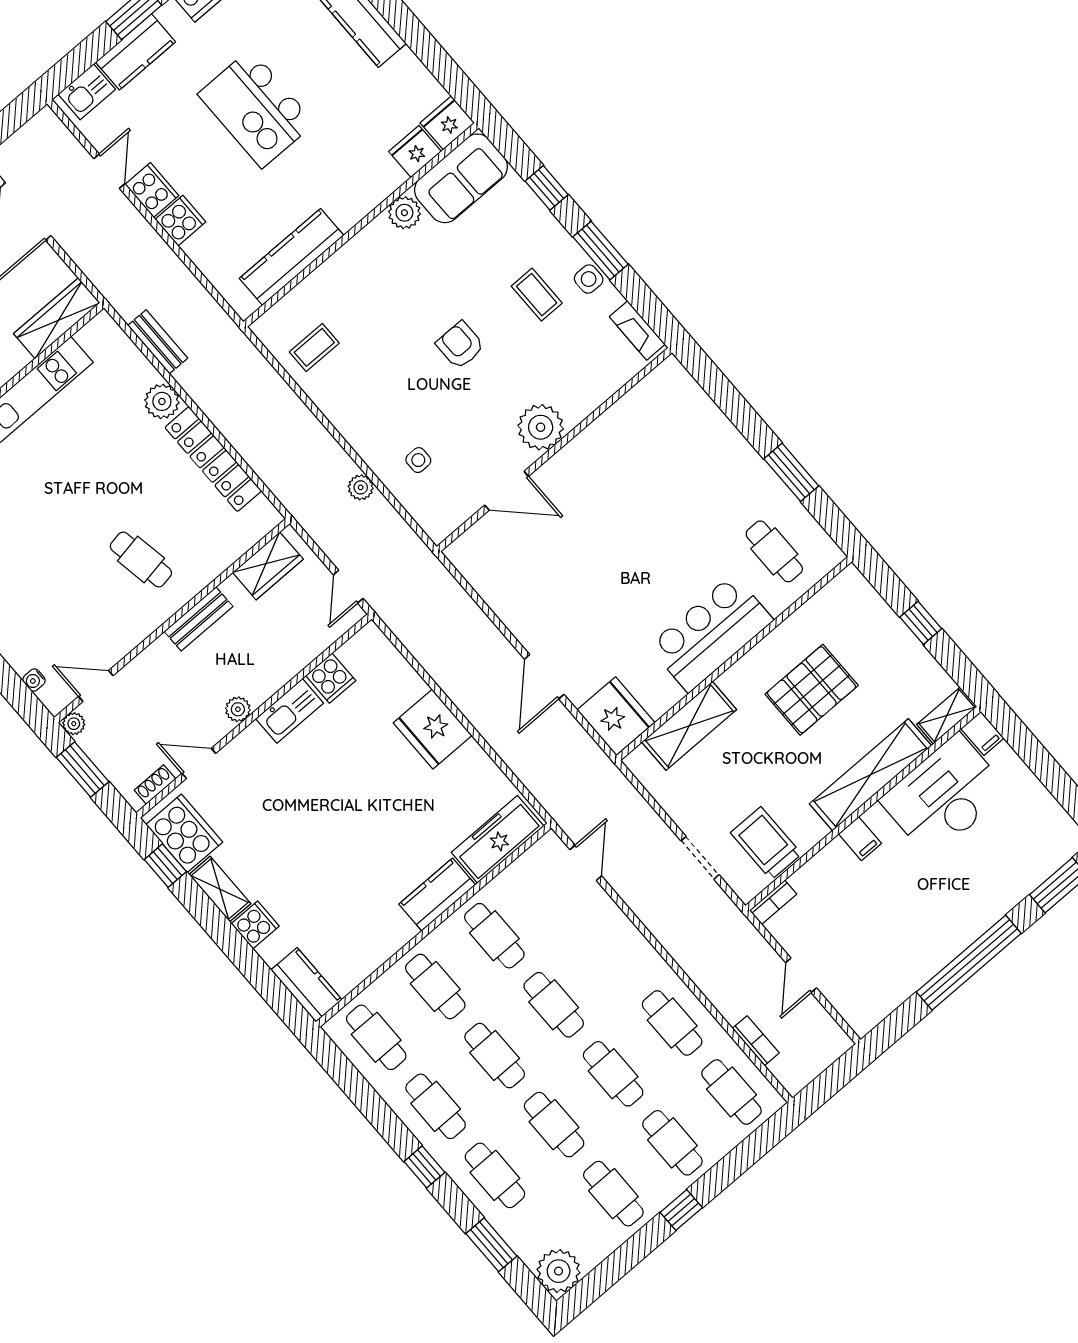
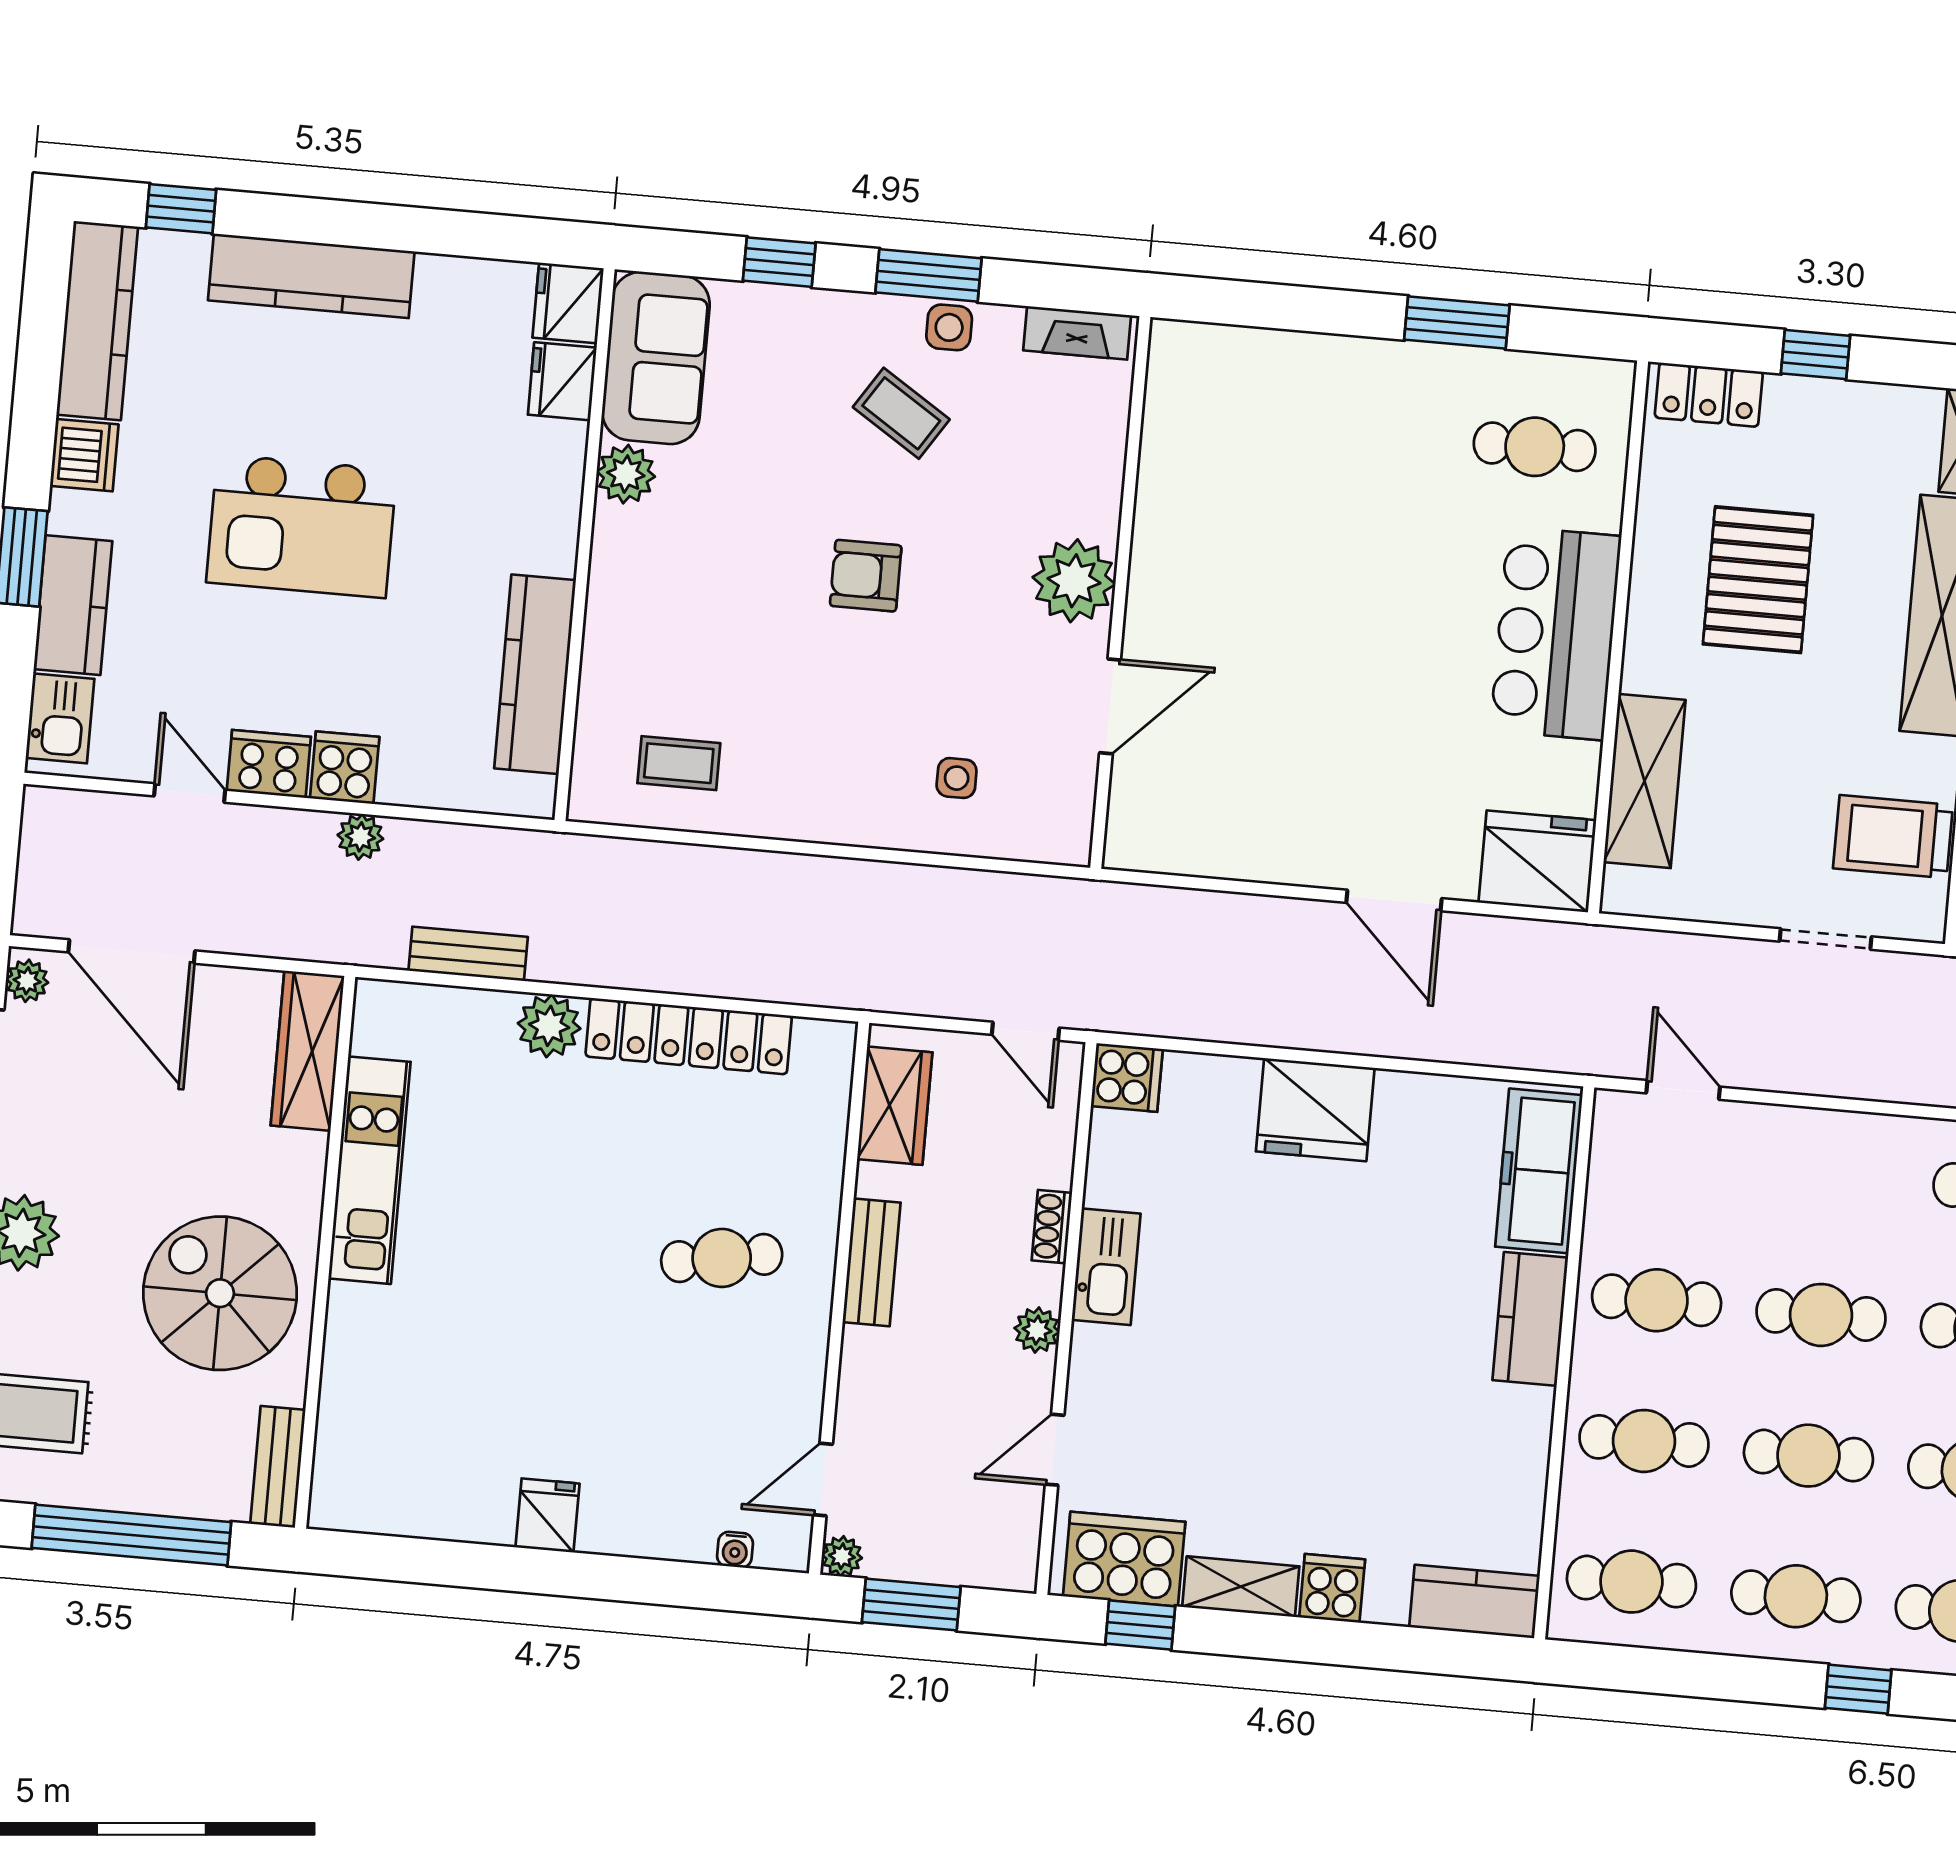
coffee table: (537, 295) -> (901, 413), turned 33
coffee table: (314, 347) -> (679, 763), turned 90
plant: (361, 487) -> (360, 837), moved
locker: (863, 598) -> (1709, 395), added
cooker: (331, 678) -> (1127, 1077), moved
shoe rack: (155, 785) -> (1052, 1227), moved

